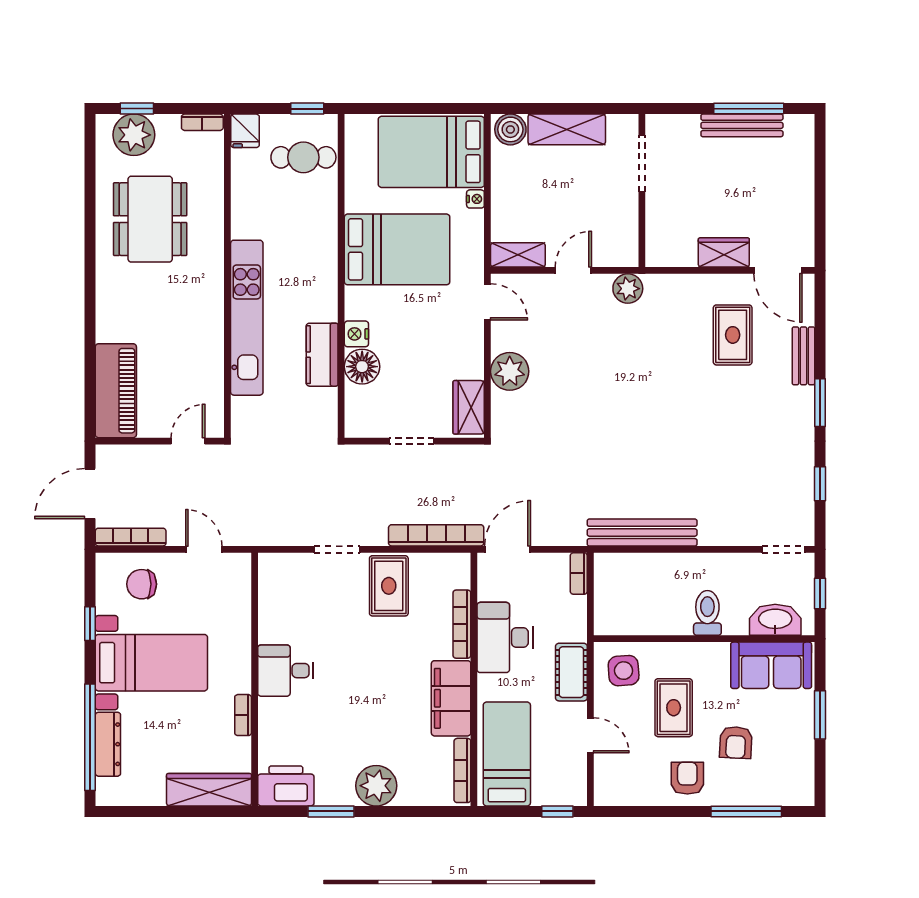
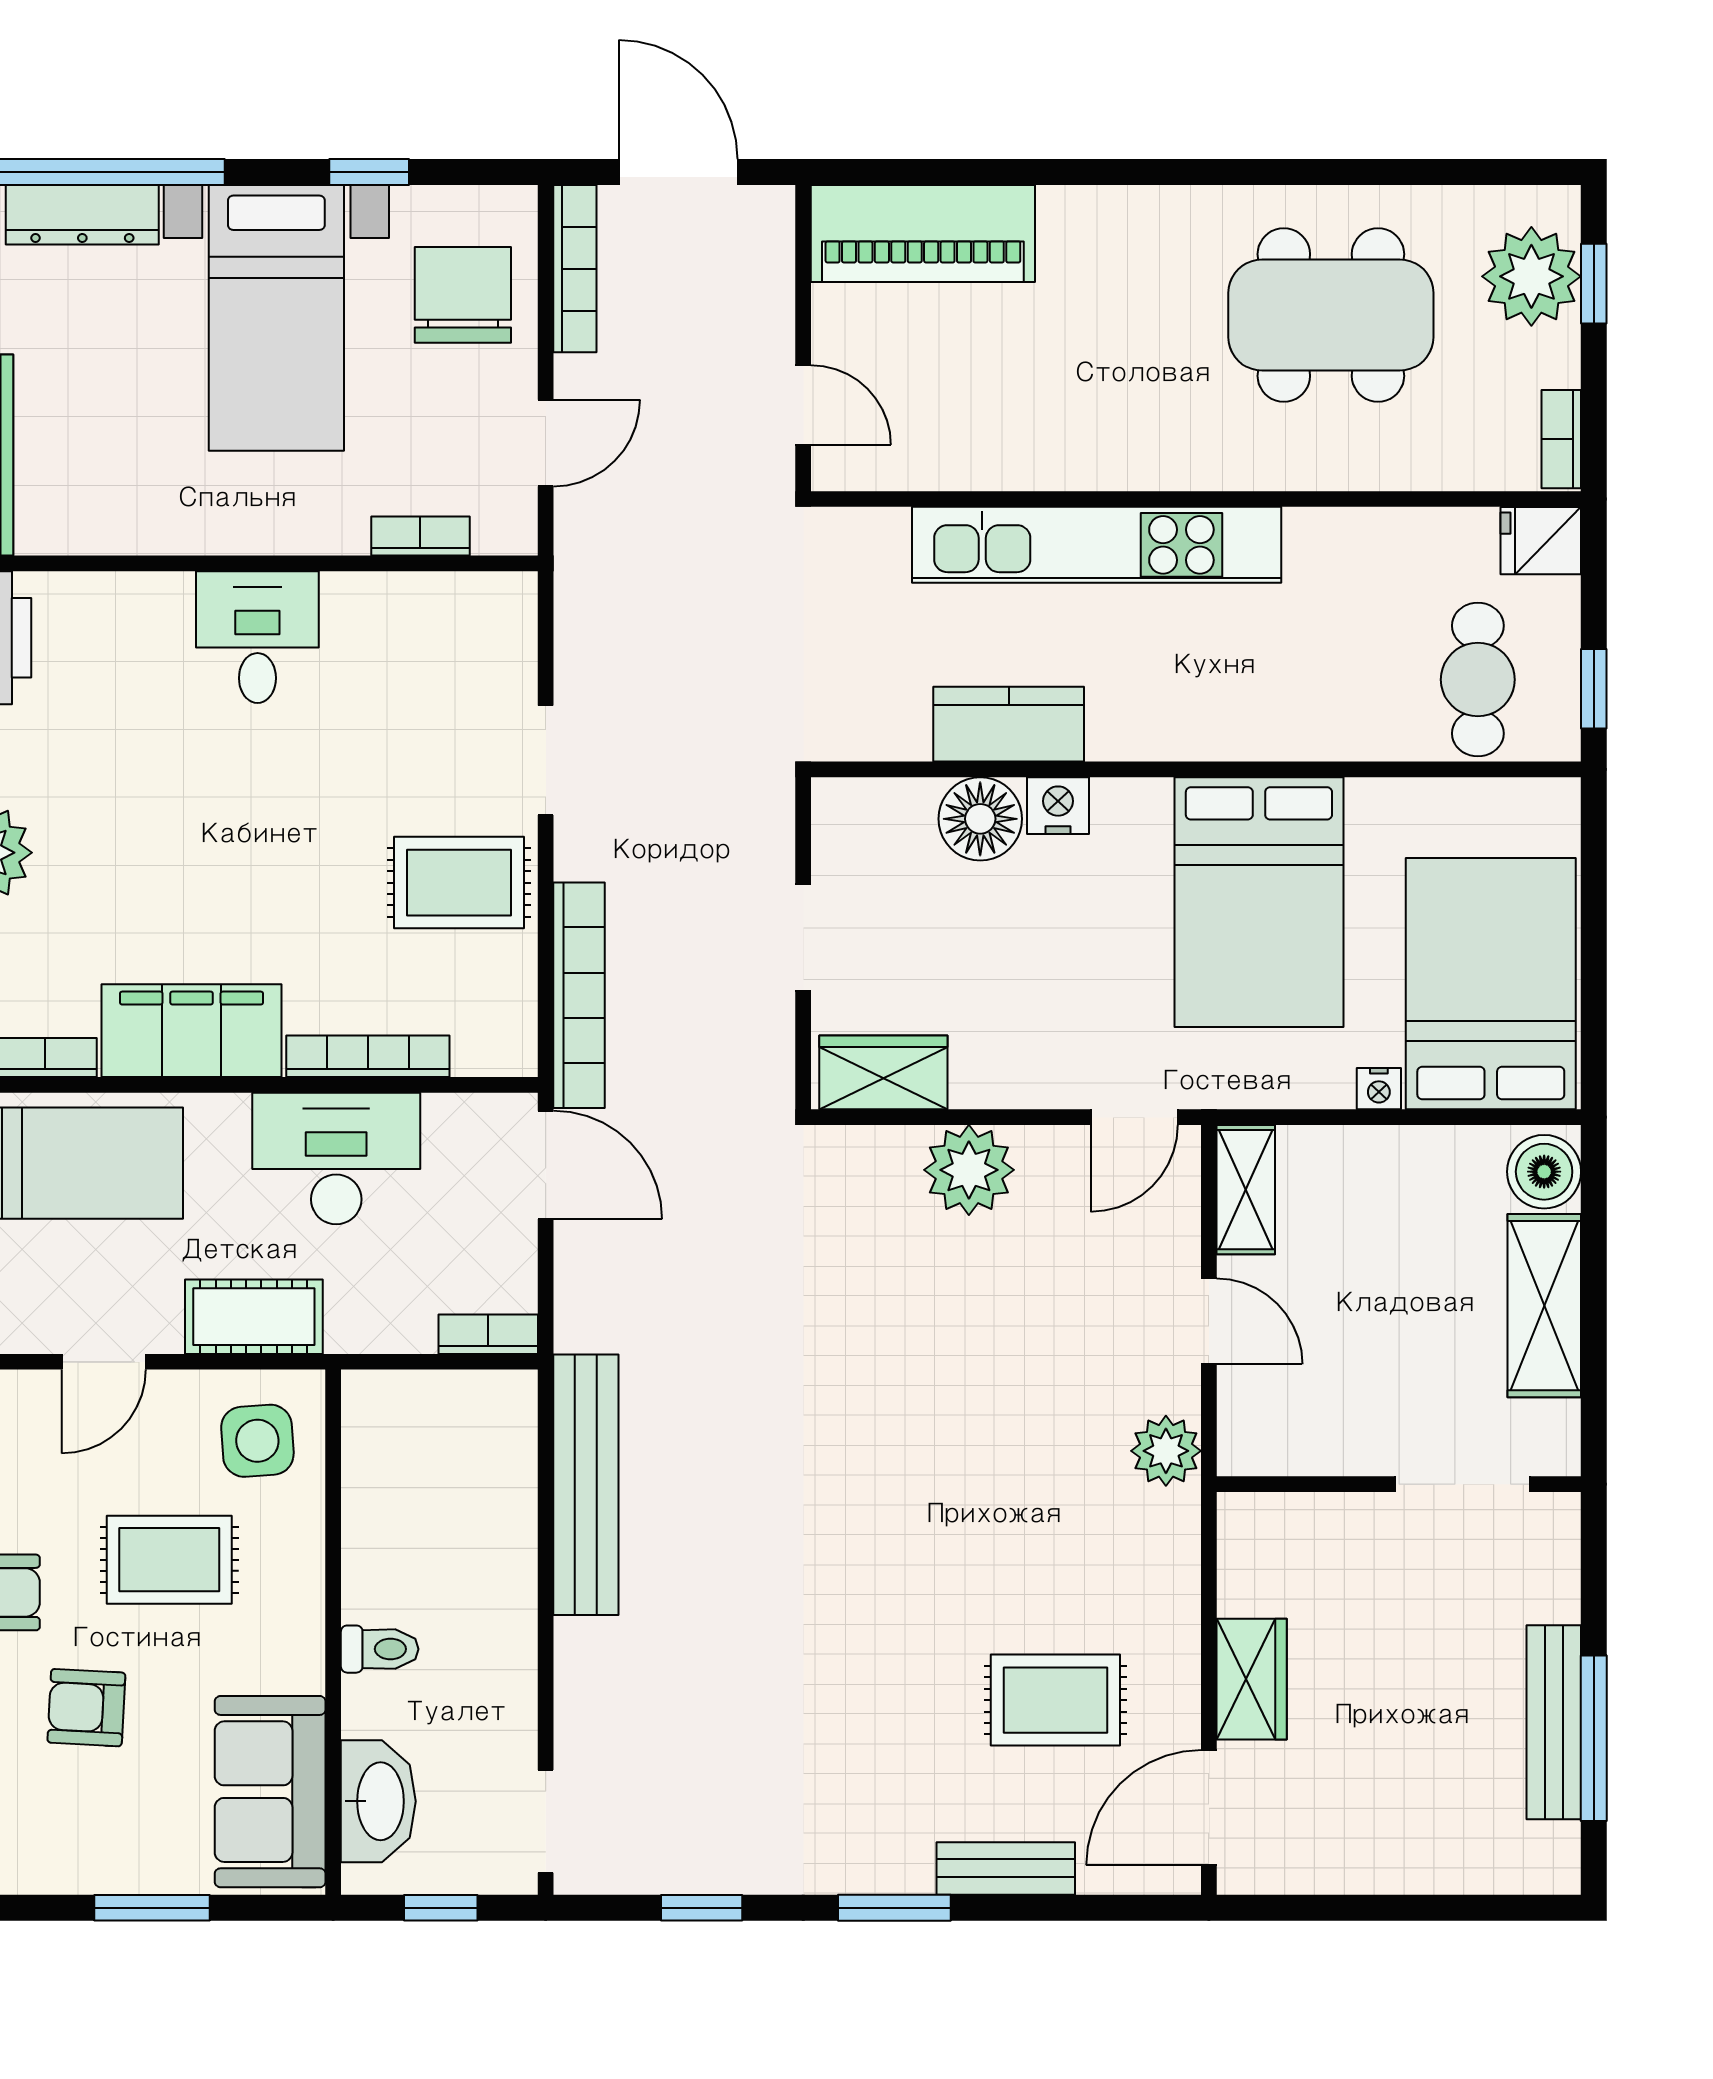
chair: (142, 584) -> (463, 295), width x1.37, depth x1.37
toilet: (707, 613) -> (380, 1649), width x0.73, depth x0.72
bookcase: (243, 715) -> (420, 536), moved

